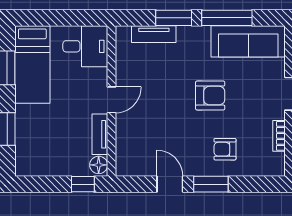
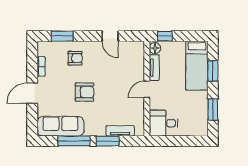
bed: (32, 65) -> (197, 66), moved, turned 180
armchair: (210, 96) -> (85, 92), turned 180
window: (211, 184) -> (62, 36), moved

